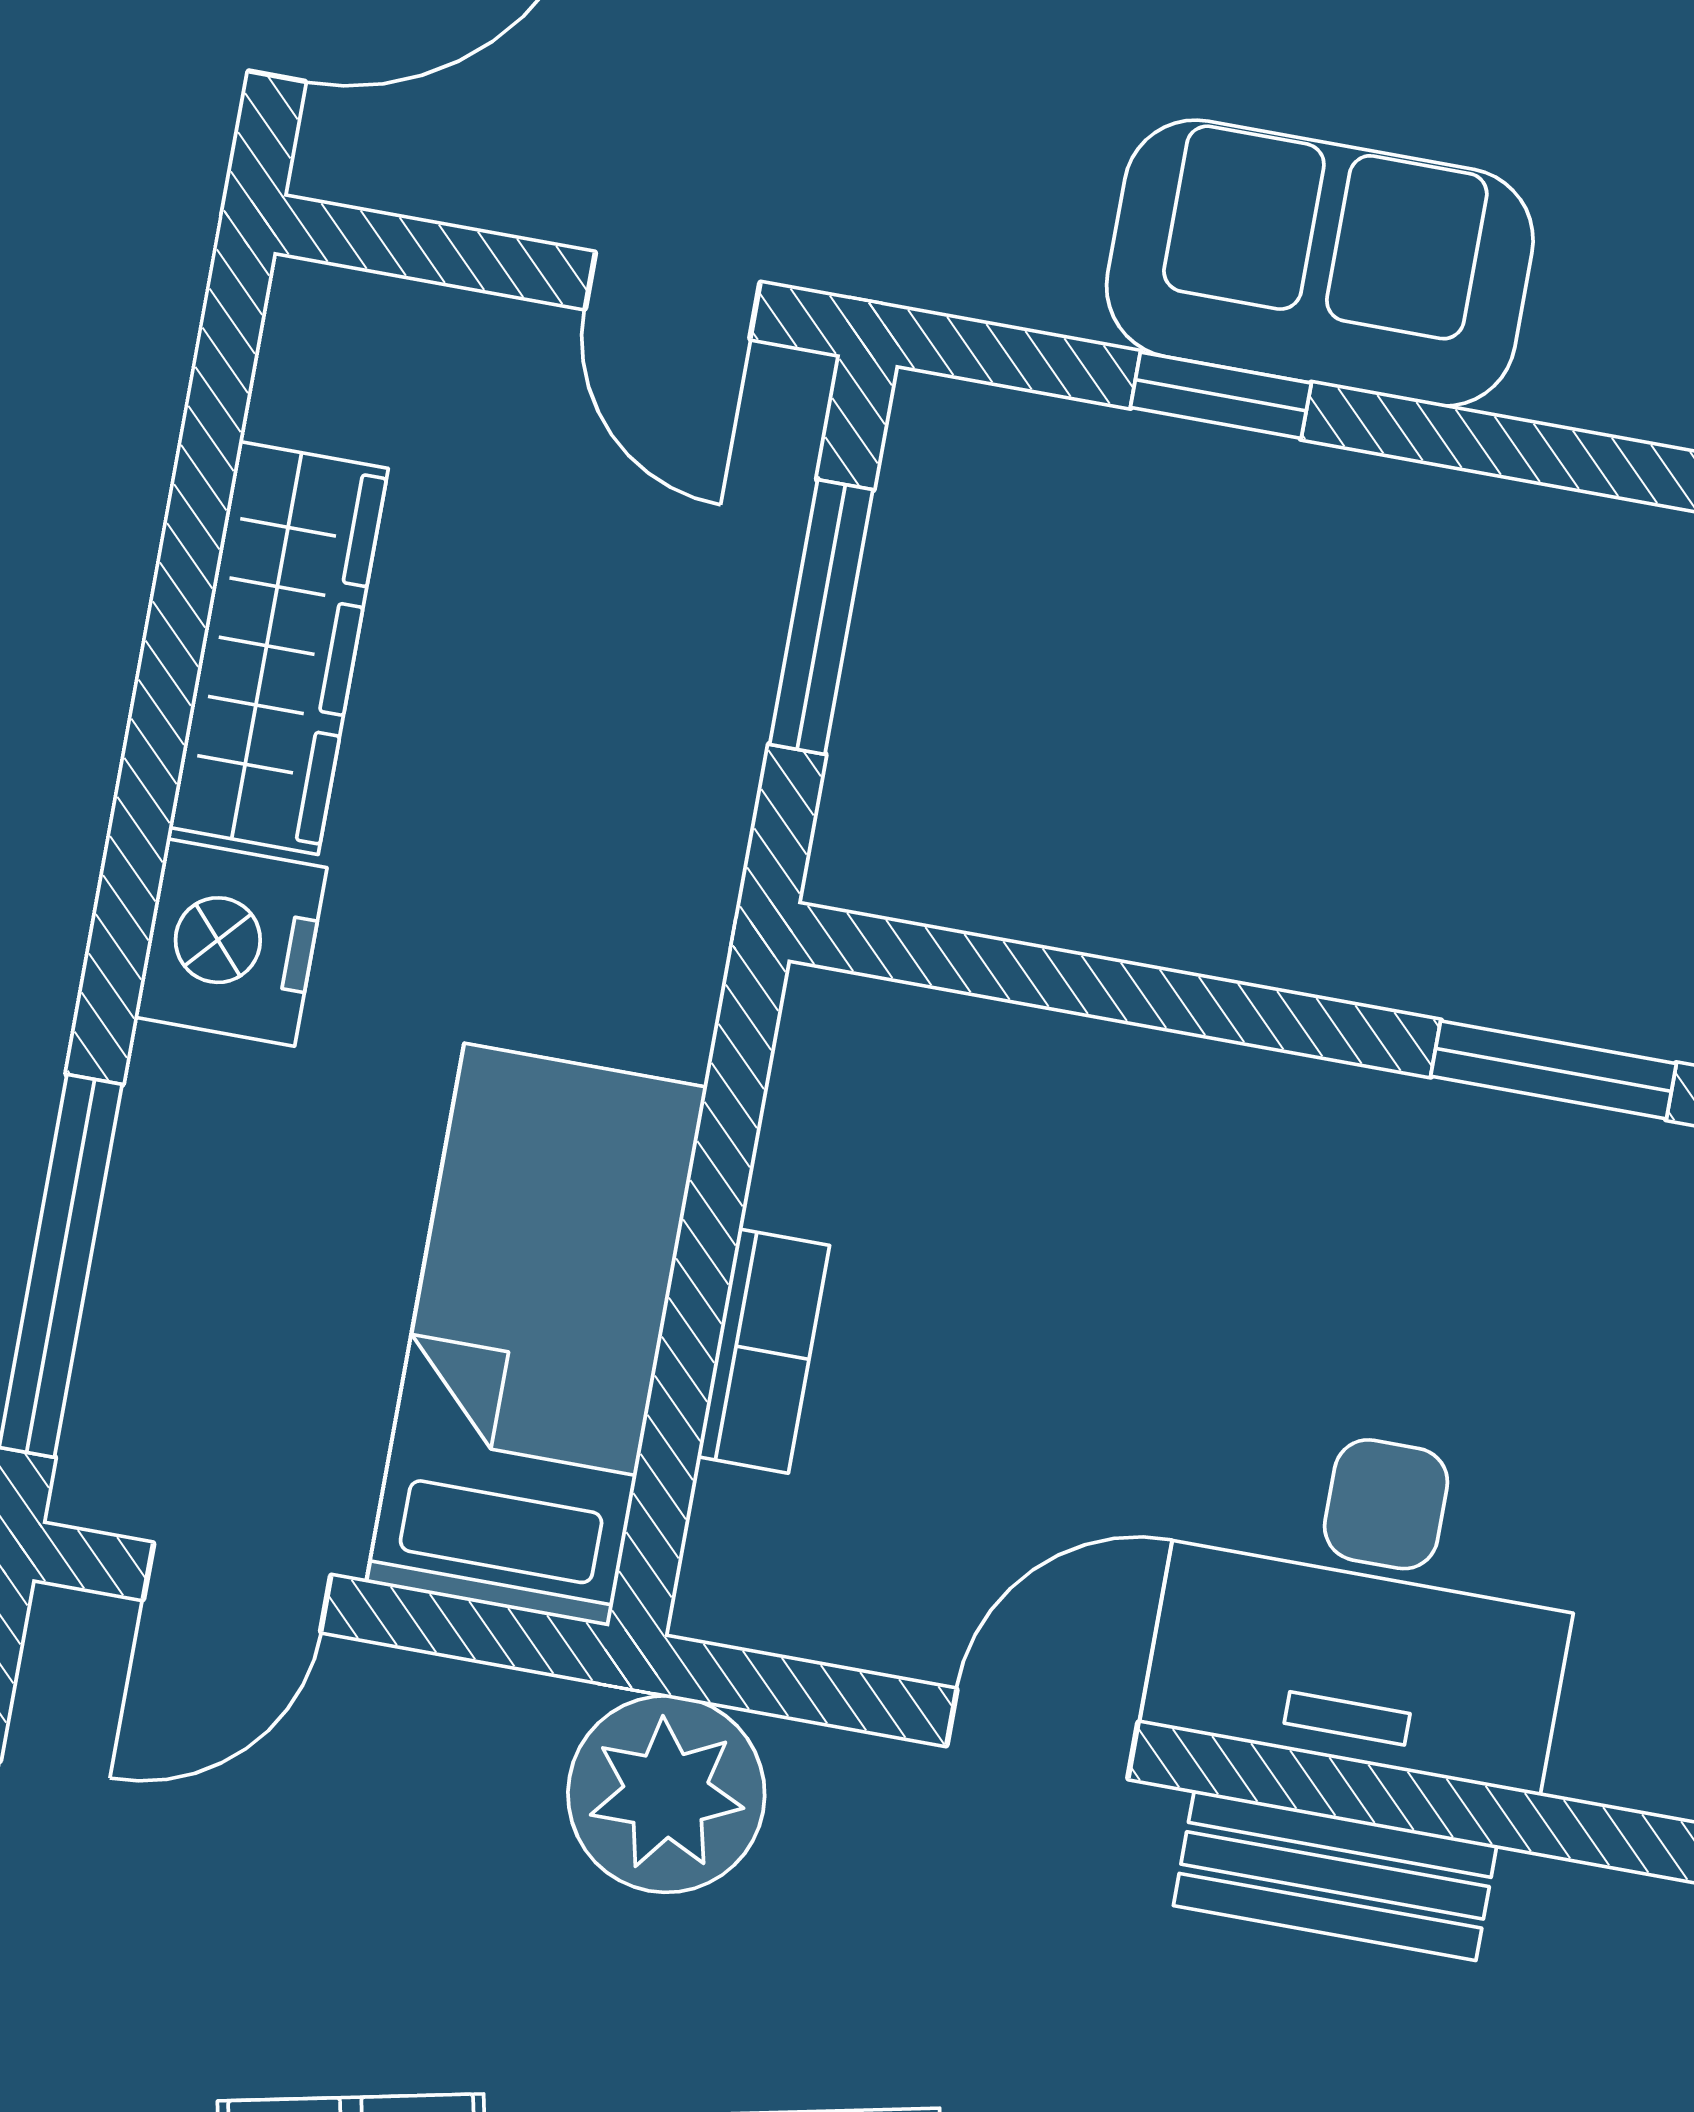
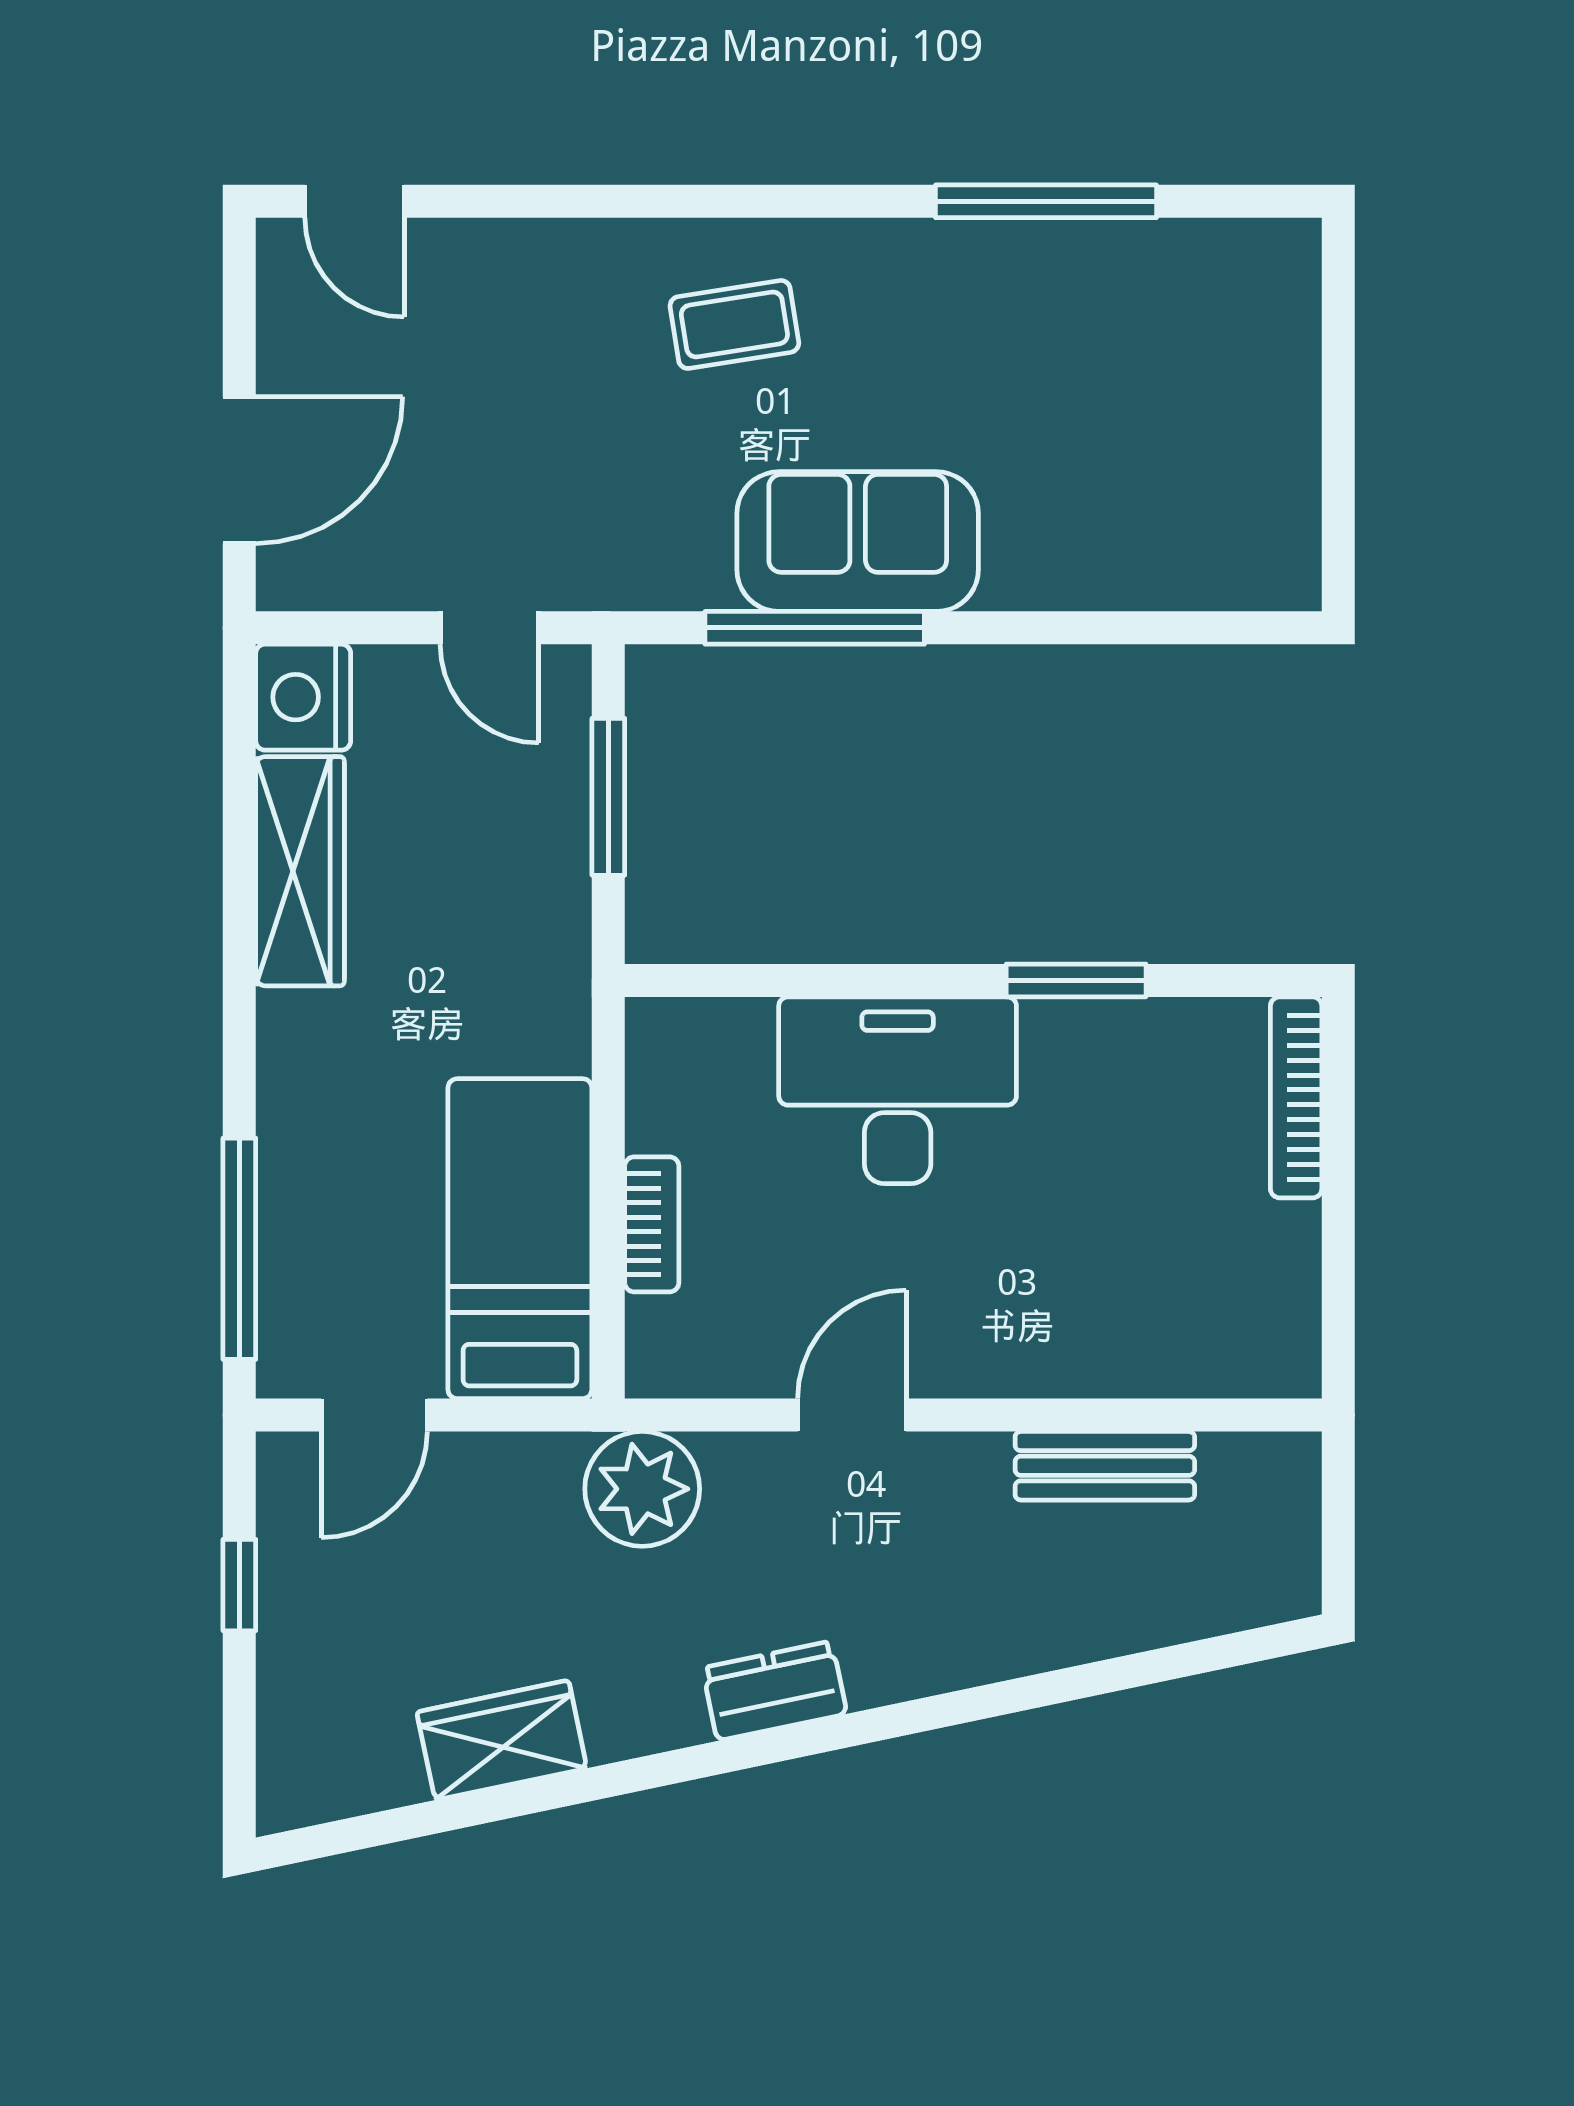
window: (1221, 395) -> (815, 628), width x2.17
nightstand: (231, 942) -> (303, 697), moved
desk: (1368, 1602) -> (898, 1090), moved, turned 180
bench: (1335, 1875) -> (1105, 1466), moved

